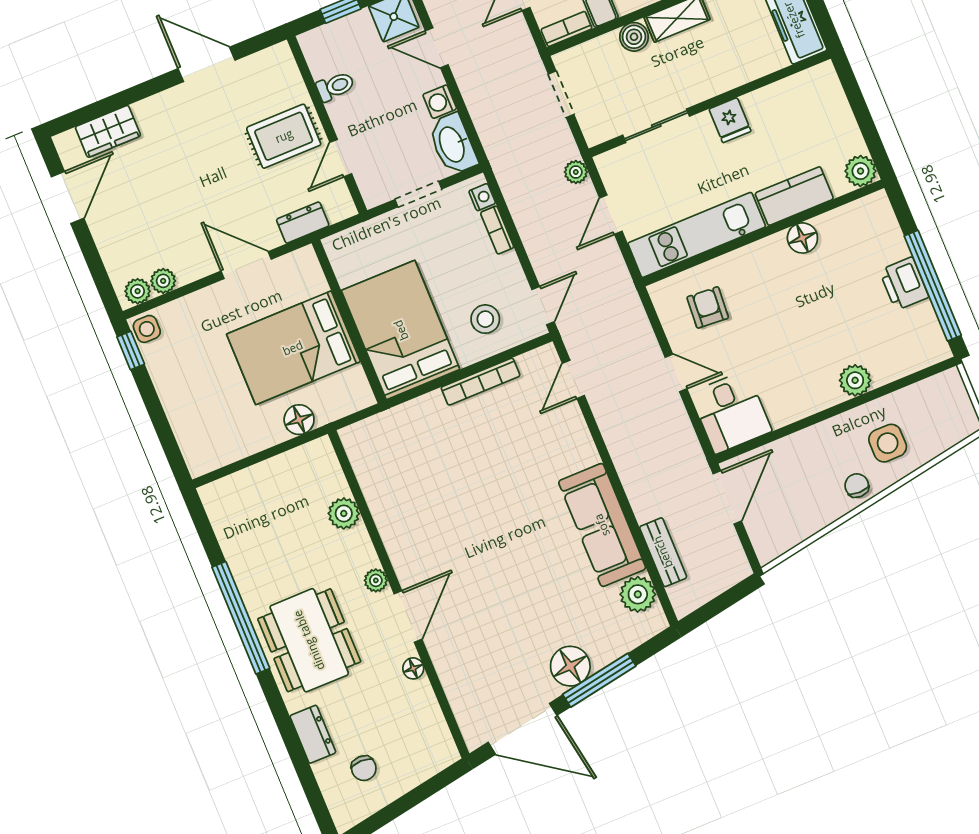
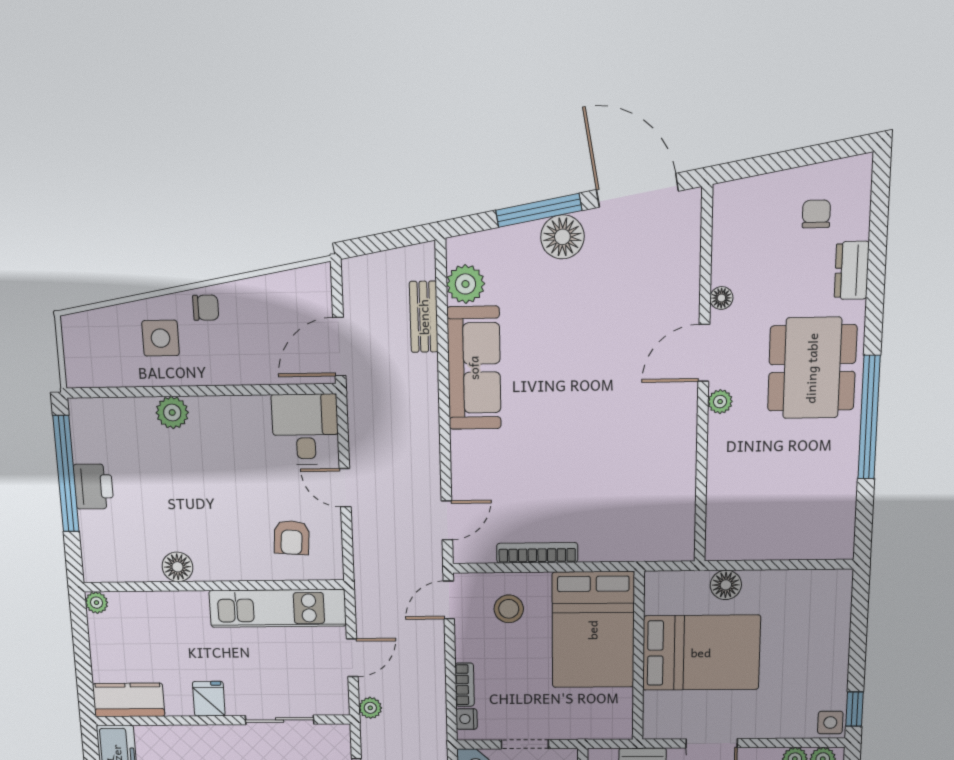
plant: (860, 171) -> (97, 603), width x0.73, depth x0.73
kitchen counter: (794, 196) -> (129, 700), moved, turned 180
chair: (857, 486) -> (206, 308), turned -90
plant: (344, 513) -> (723, 479), removed

